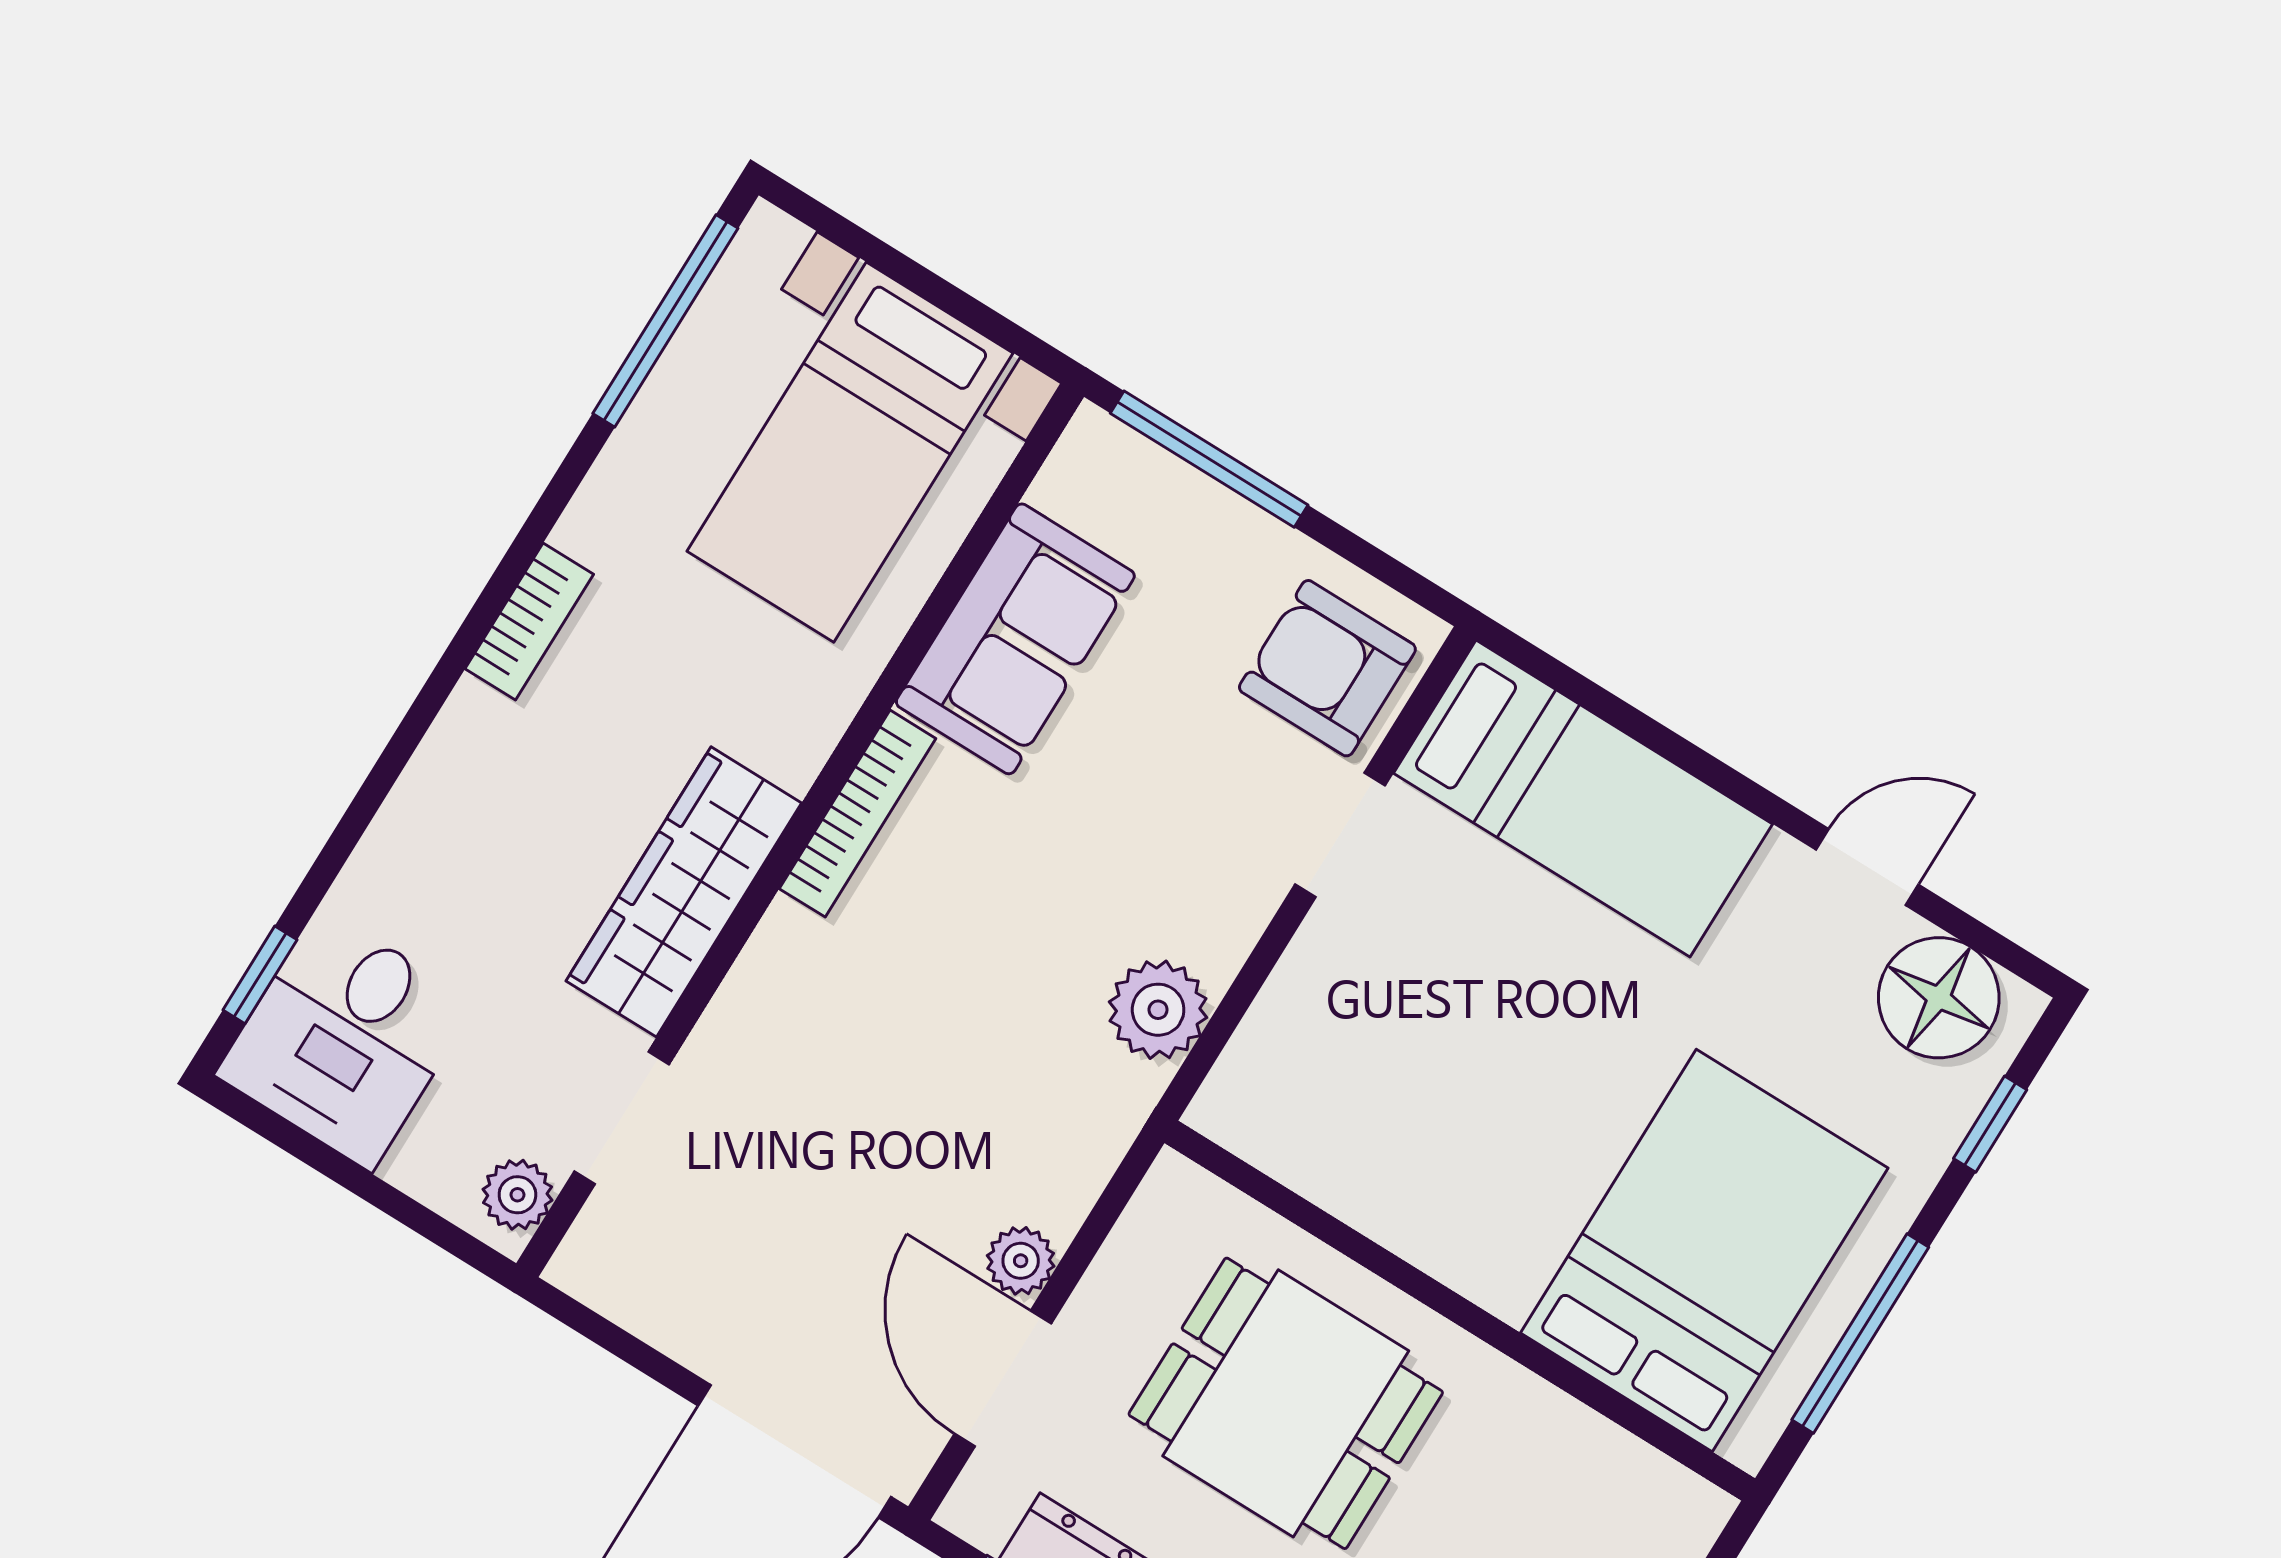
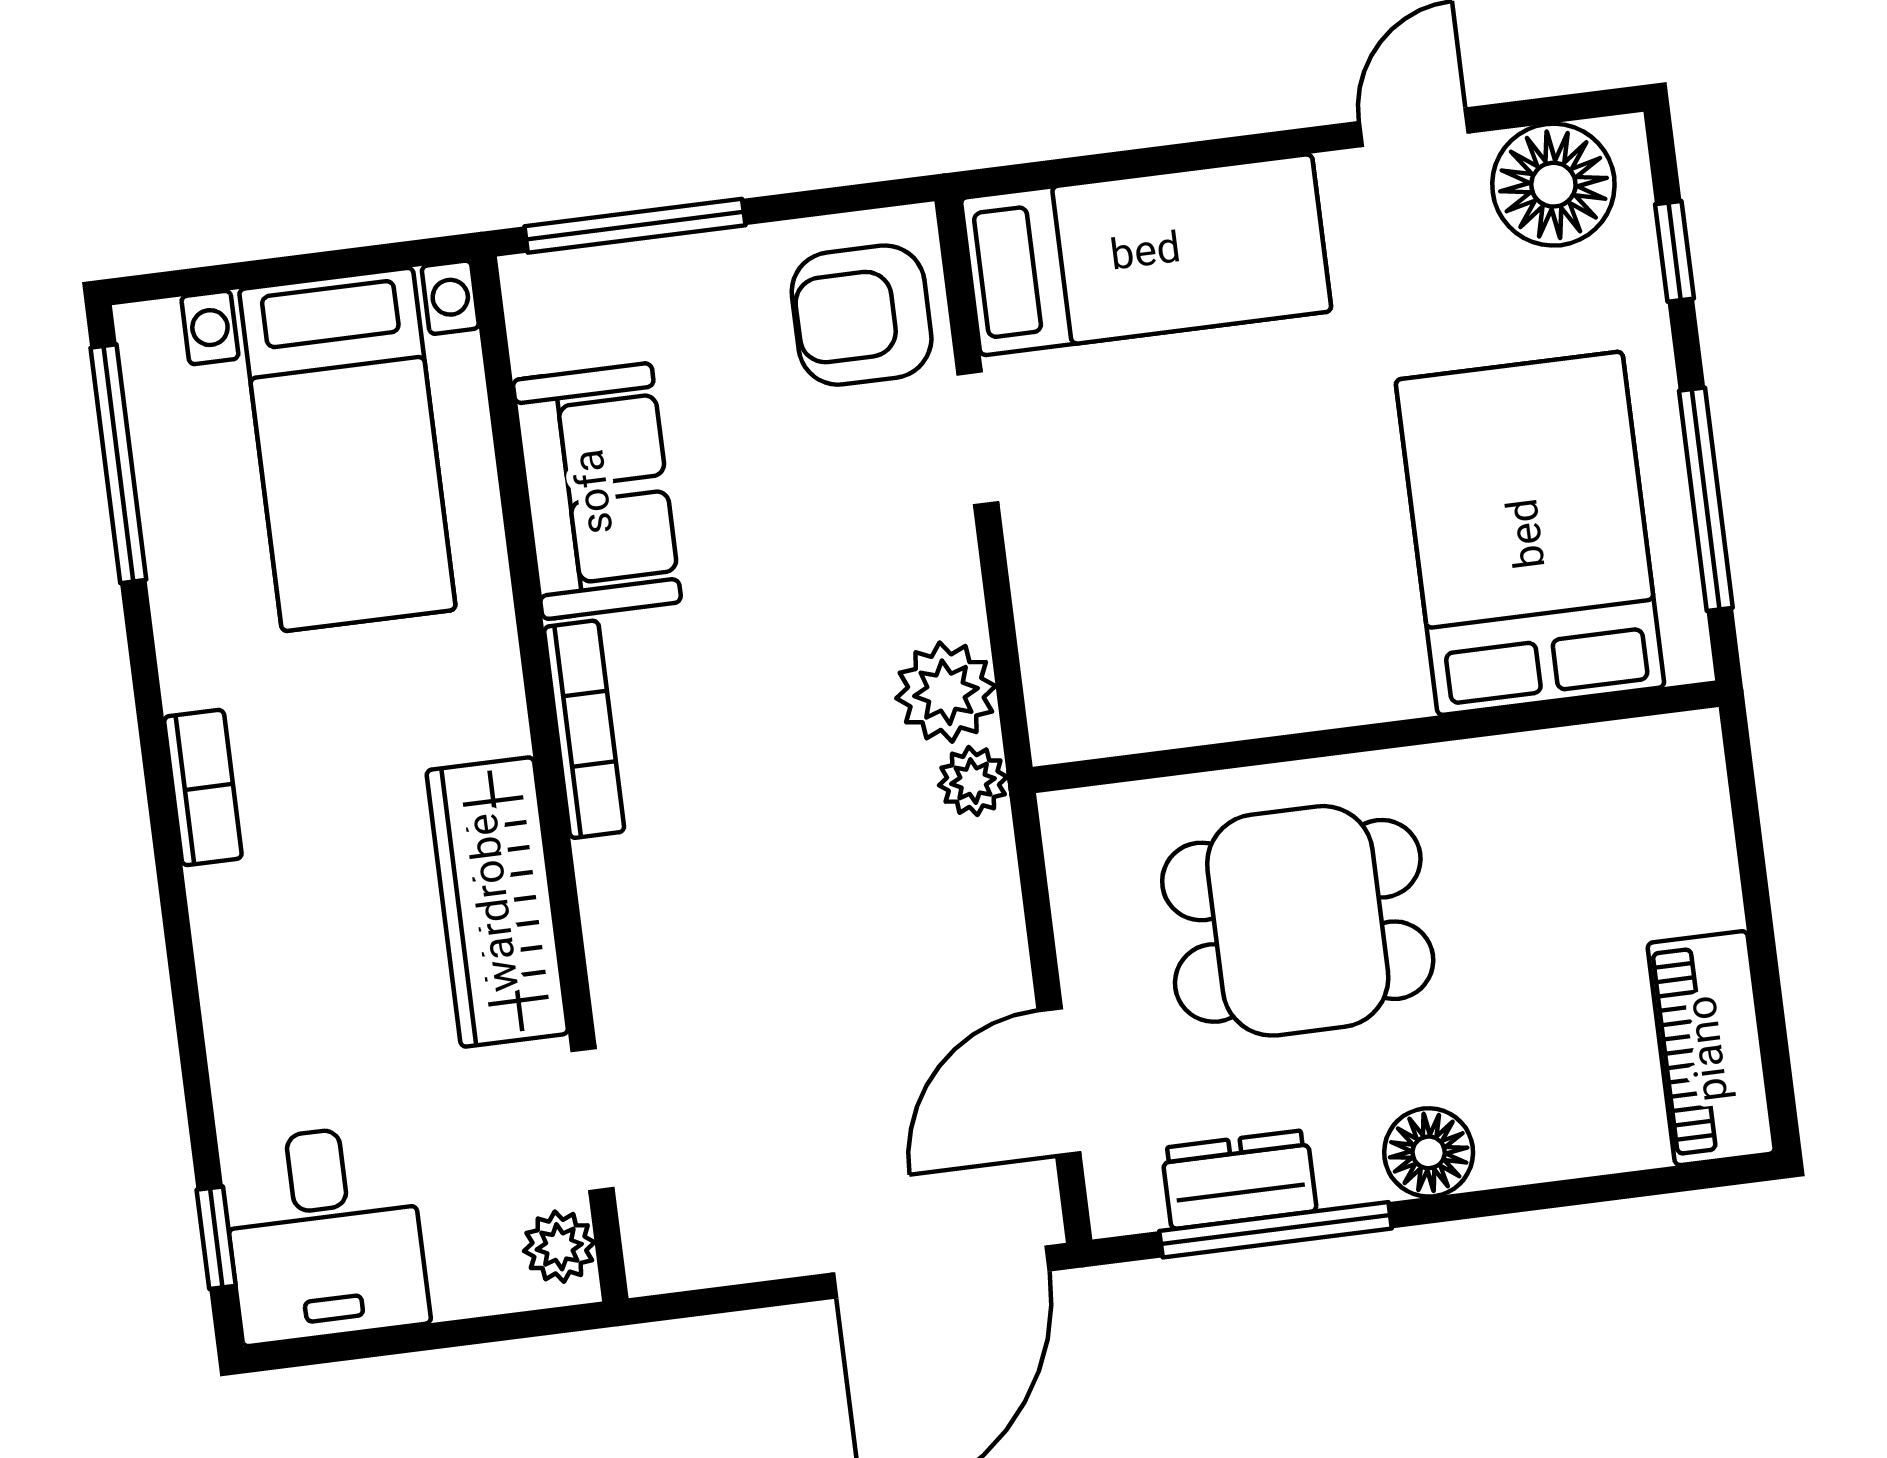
plant: (1021, 1261) -> (973, 781), moved
door: (1003, 1379) -> (1059, 1082), hinge flipped

